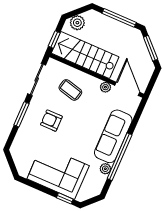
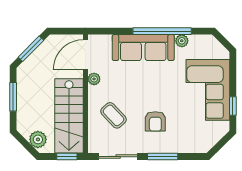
window: (119, 18) -> (13, 97), width x0.69
coffee table: (70, 90) -> (114, 115), turned -57
window: (65, 198) -> (233, 106), moved

